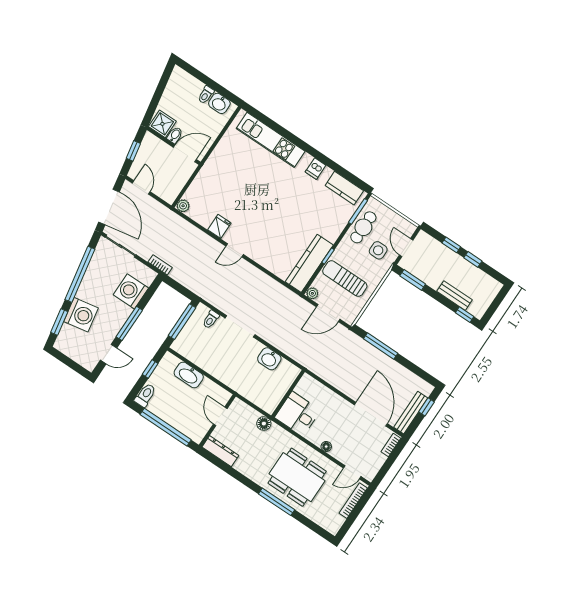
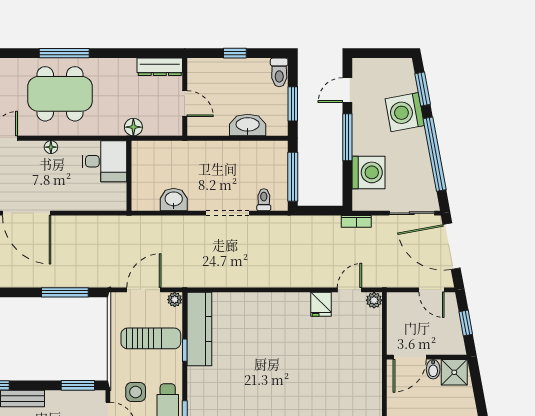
door: (235, 250) -> (350, 290), moved
window: (150, 369) -> (293, 104), width x1.50
window: (166, 427) -> (235, 53), width x0.32

